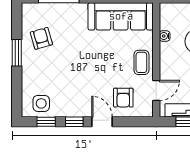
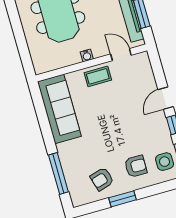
water cooler: (165, 36) -> (87, 56), moved
armchair: (123, 98) -> (136, 166), moved

